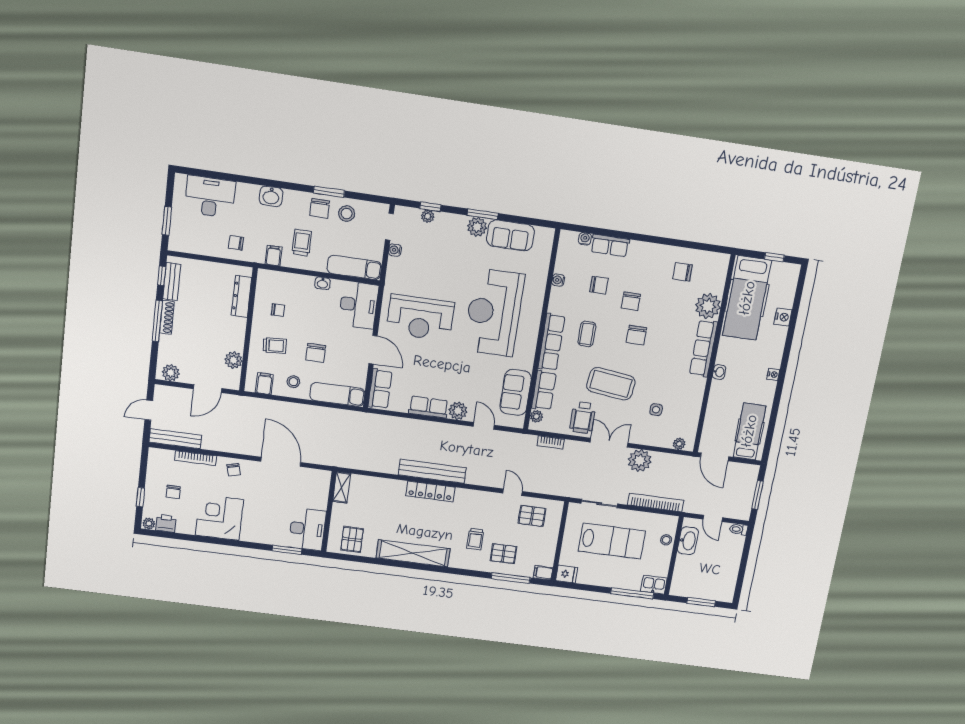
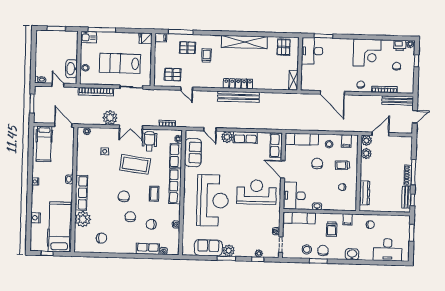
plant: (171, 373) -> (366, 140), moved

